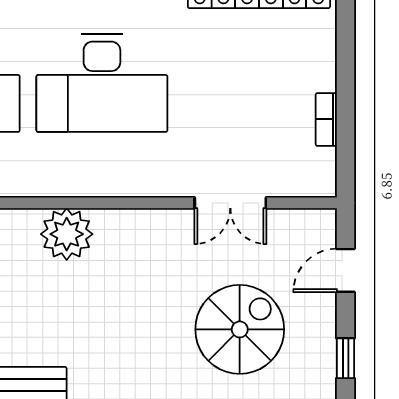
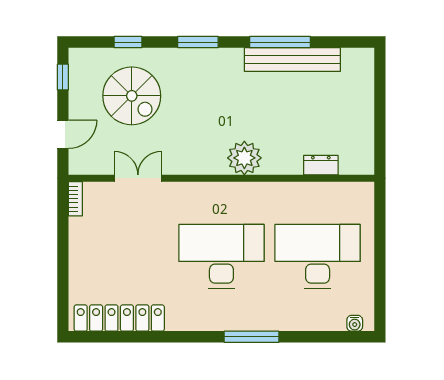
bookcase: (326, 119) -> (75, 199), moved
spiral stairs: (240, 329) -> (132, 96), turned -90

